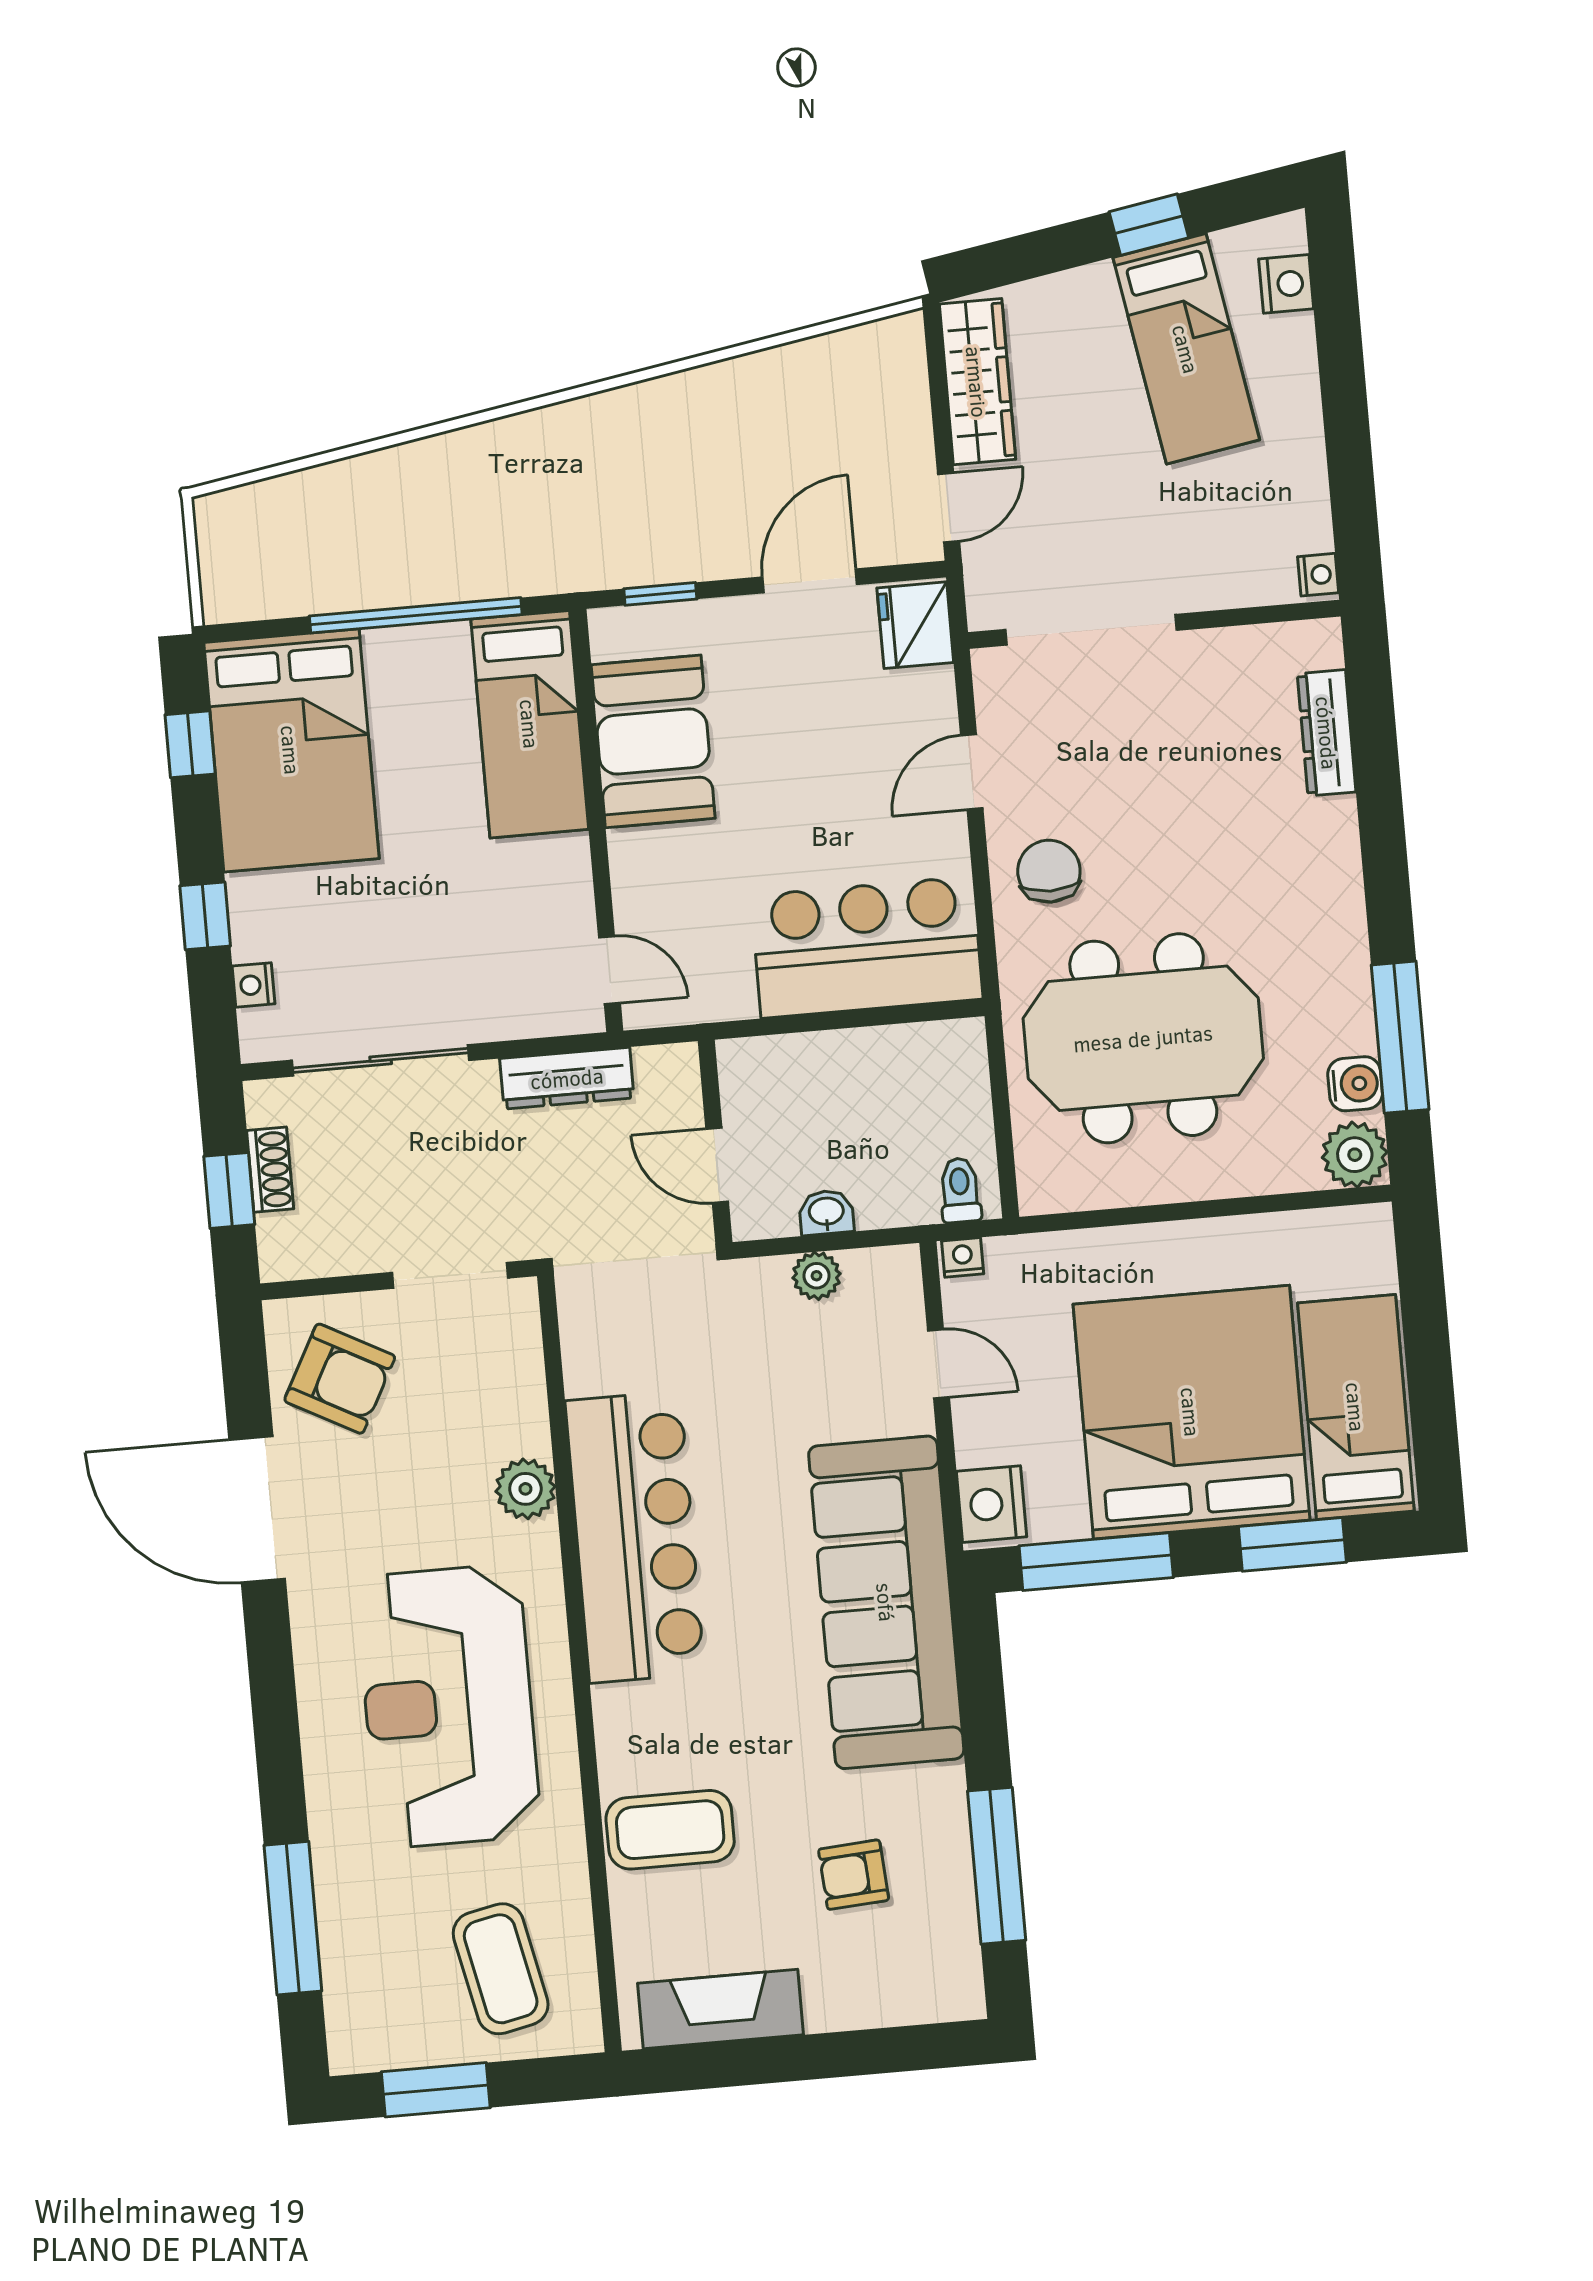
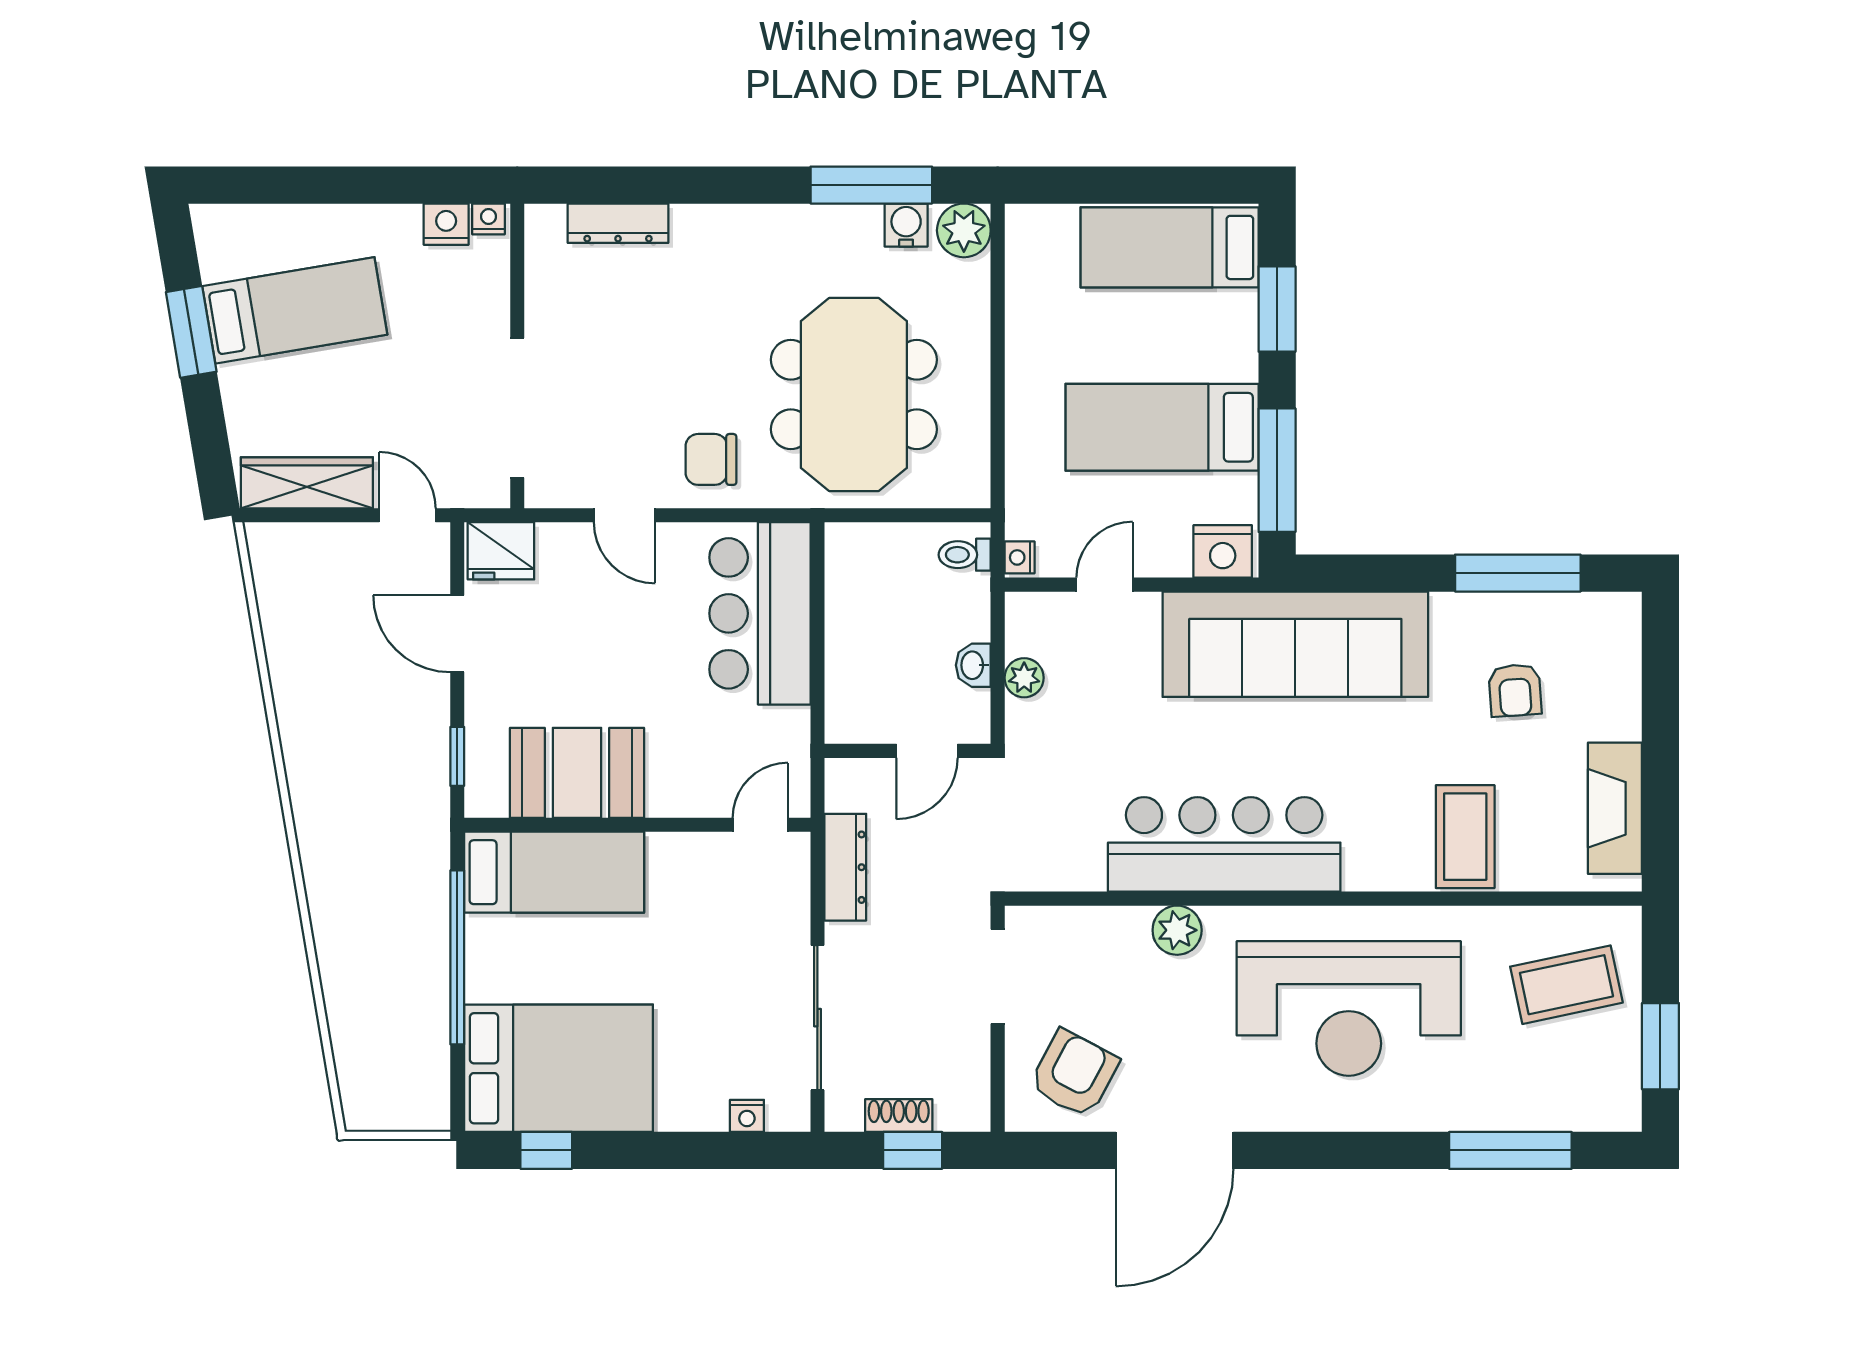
window: (1149, 225) -> (191, 332), width x1.50
nightstand: (1286, 284) -> (446, 224), moved
window: (205, 916) -> (687, 1150), removed
bed: (1191, 1412) -> (1162, 427), width x0.49

